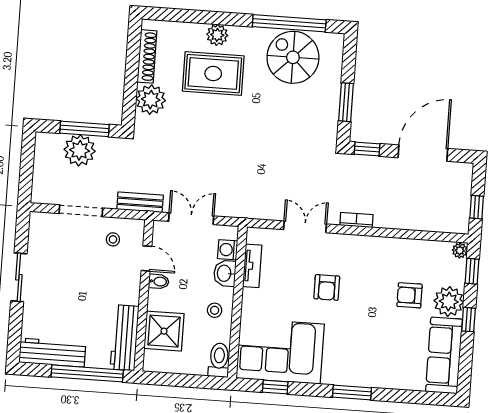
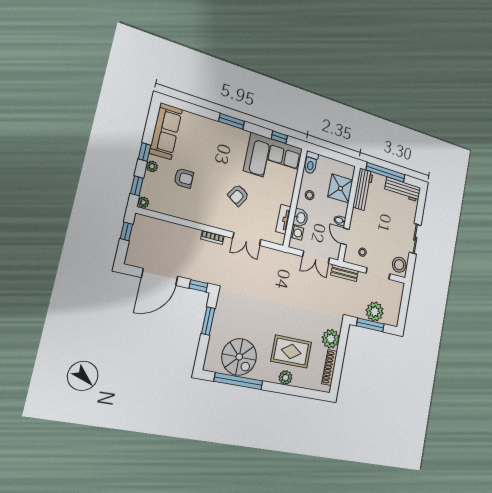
stool: (44, 230) -> (399, 265), added
armchair: (327, 287) -> (238, 195), turned -148
plant: (449, 302) -> (152, 166), width x0.53, depth x0.53

